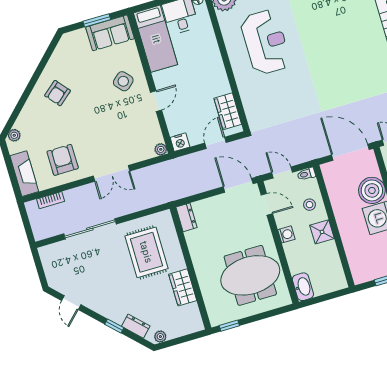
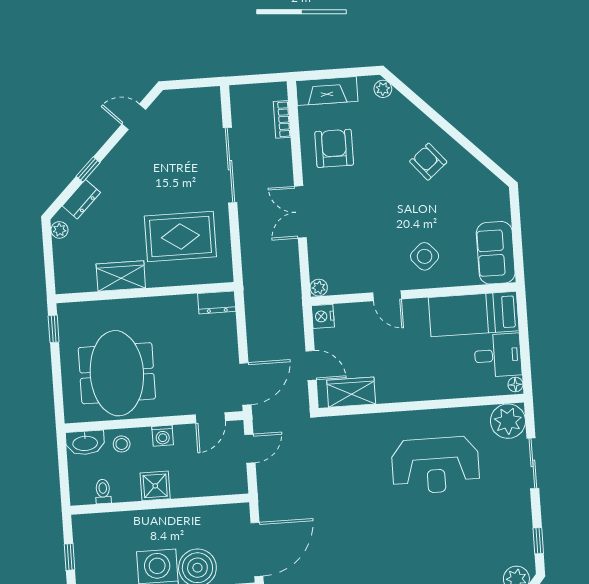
window: (97, 20) -> (517, 238), removed
armchair: (63, 160) -> (334, 148), turned -90
toilet: (306, 174) -> (103, 491), moved
stool: (310, 205) -> (122, 444), moved

